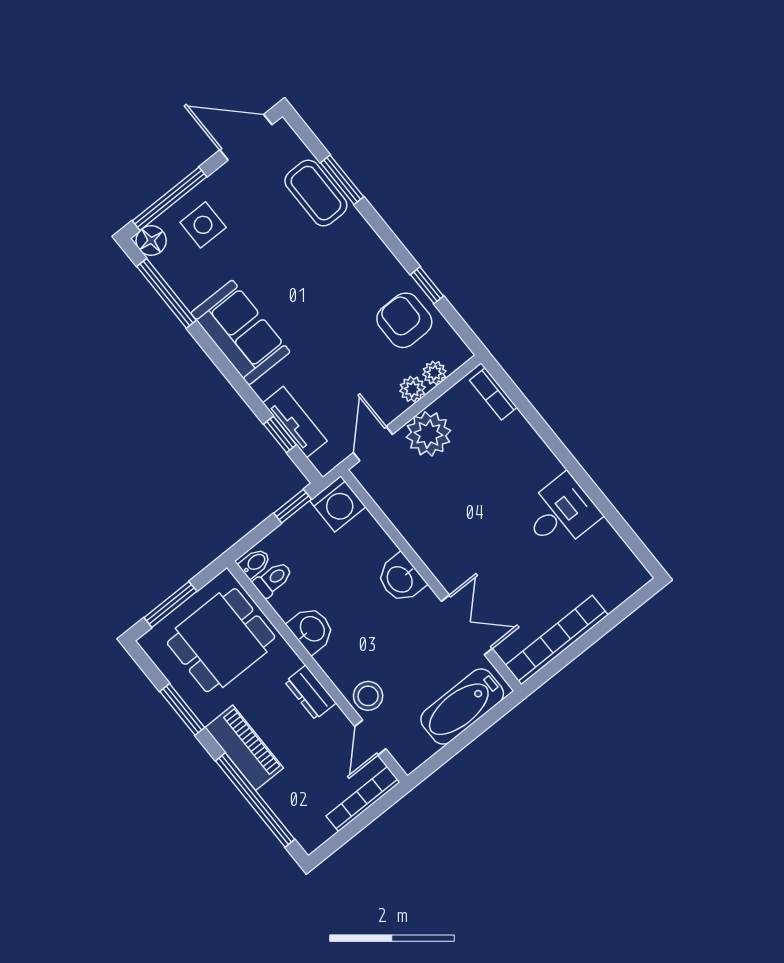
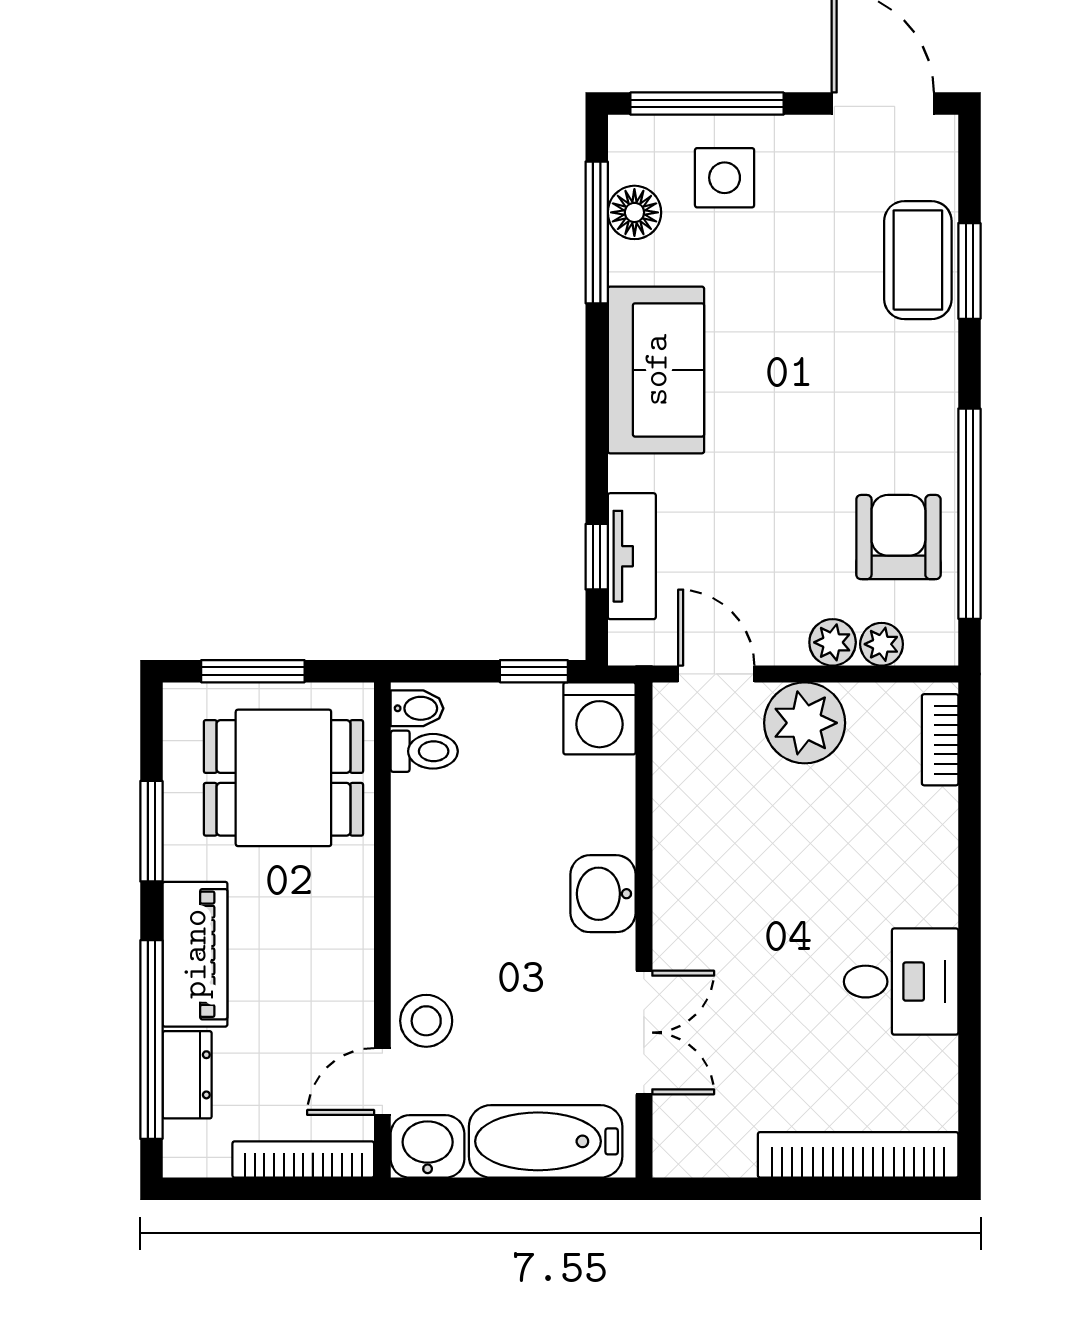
floor lamp: (151, 241) -> (634, 212), moved
window: (427, 285) -> (969, 514), width x3.17
door: (373, 444) -> (716, 674), hinge flipped
washbasin: (312, 629) -> (428, 1146), moved, turned -90
bookcase: (557, 640) -> (858, 1155), moved
dresser: (310, 692) -> (187, 1075), moved, turned 180

